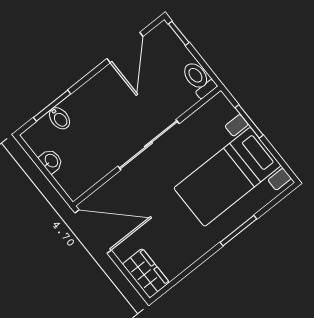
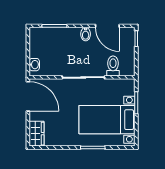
door: (125, 47) -> (107, 26), hinge flipped
toilet: (199, 79) -> (113, 66), moved
bidet: (59, 118) -> (86, 34), moved
washbasin: (51, 161) -> (34, 65), moved

